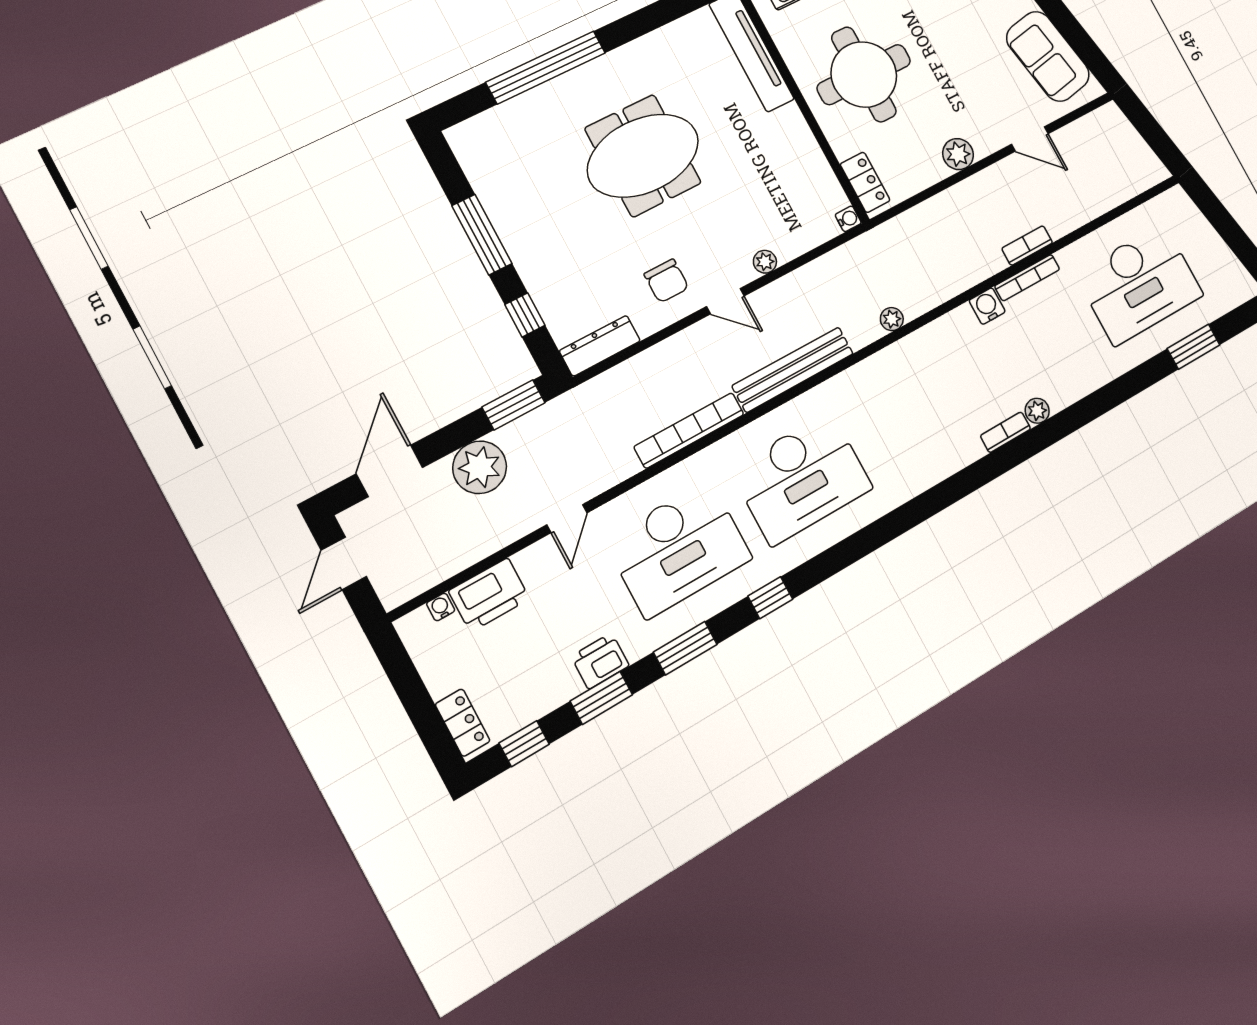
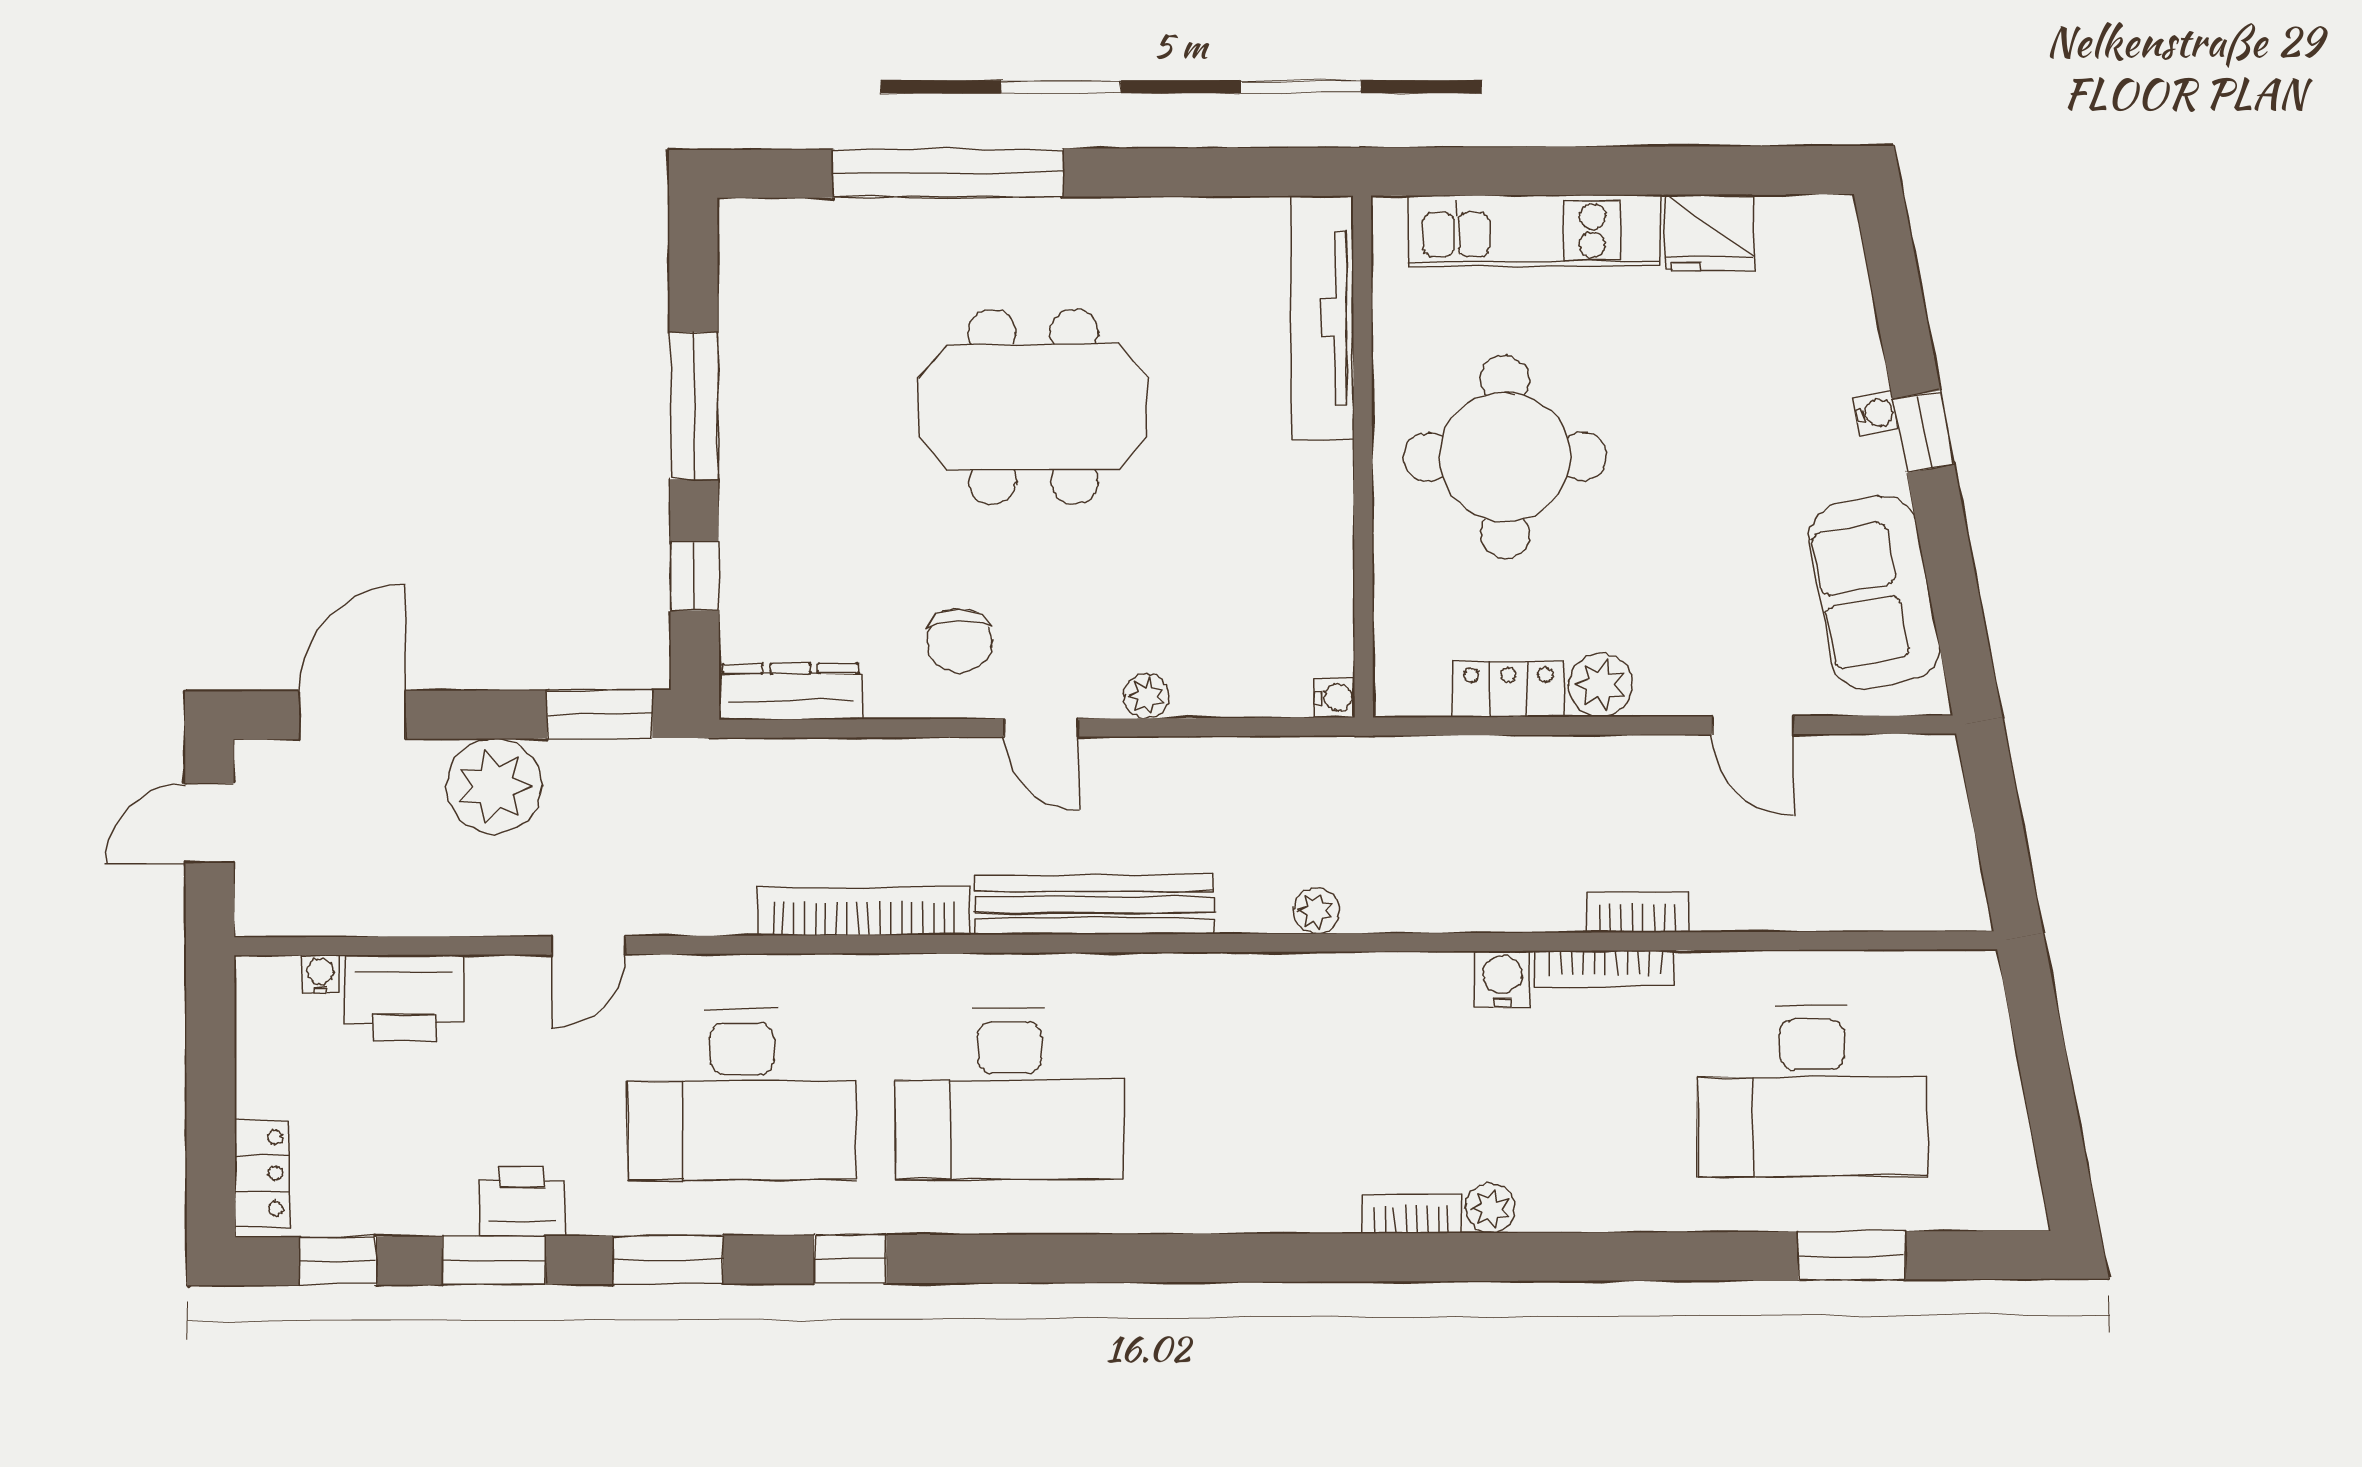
locker: (865, 182) -> (1508, 689), moved, turned -90

